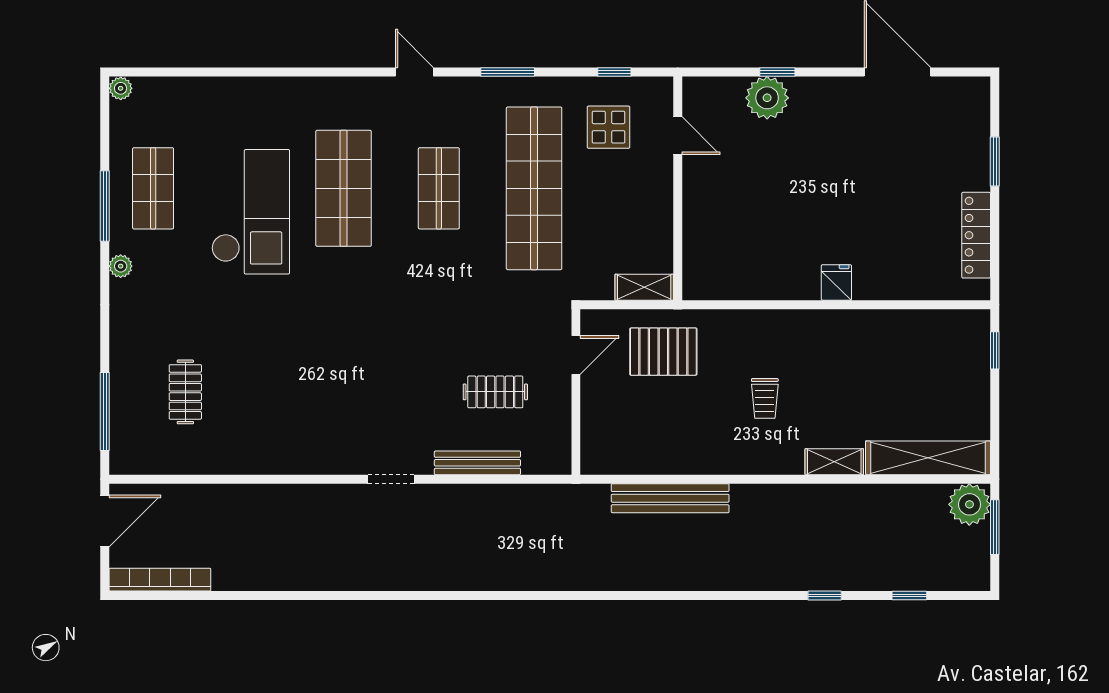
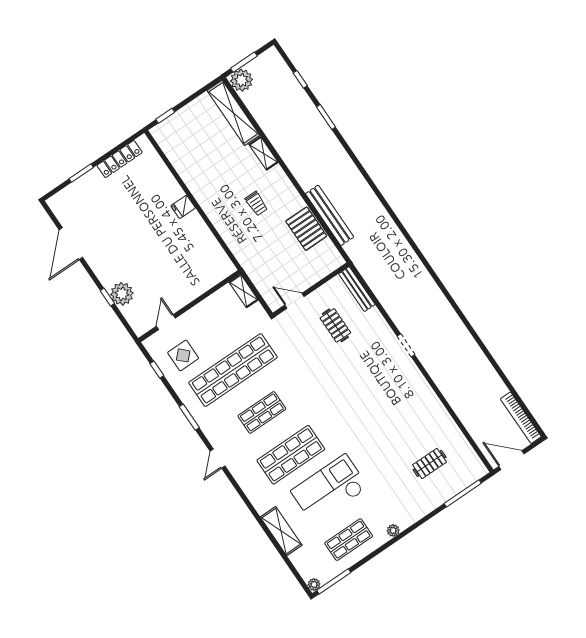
shelving: (237, 94) -> (281, 531), added
window: (105, 206) -> (334, 581), moved
pallet: (663, 352) -> (306, 229), moved
trolley: (765, 398) -> (256, 204), turned 90
bench: (477, 463) -> (357, 289), moved
window: (825, 596) -> (326, 117), width x1.50

